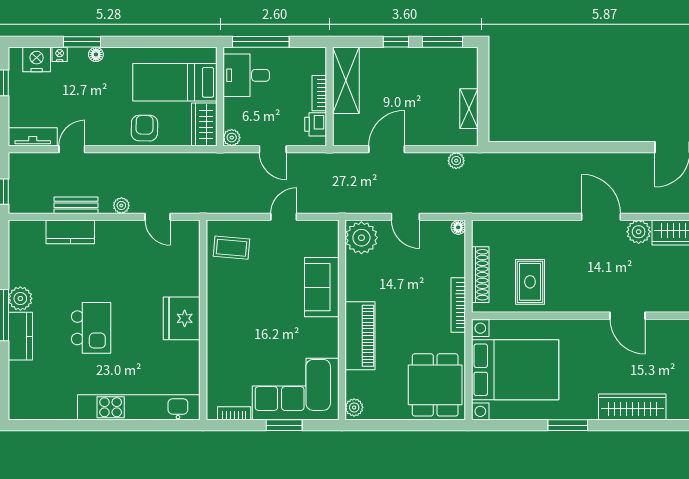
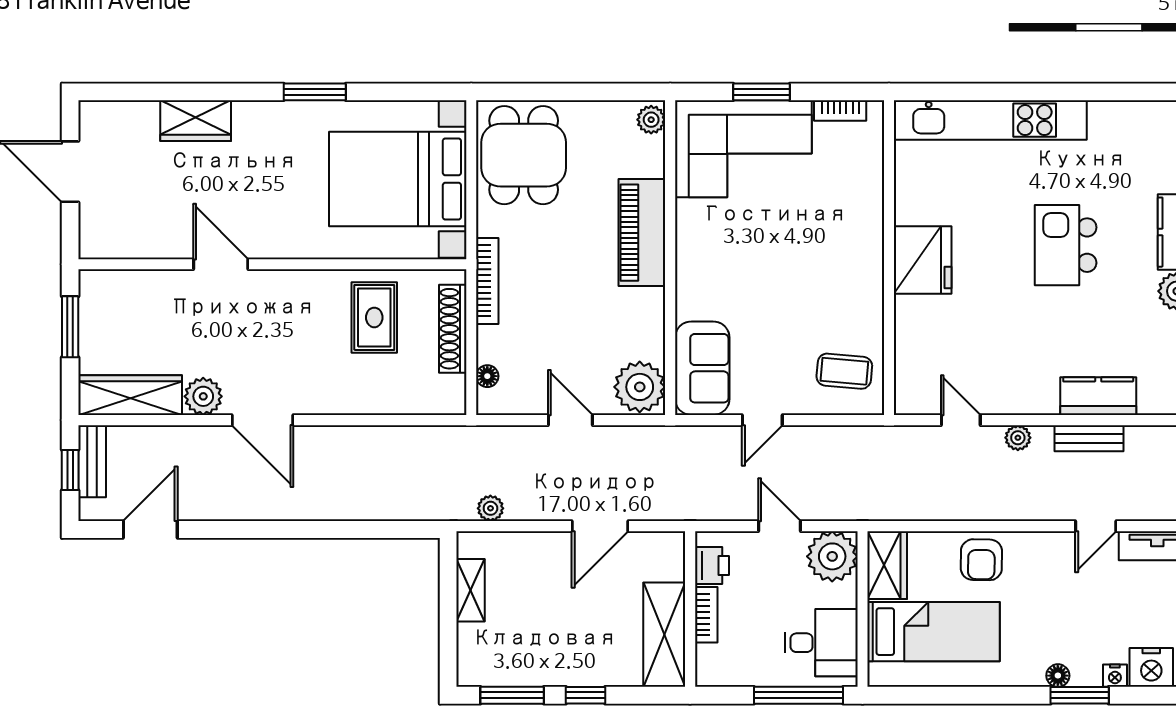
plant: (232, 138) -> (832, 556), width x1.88, depth x1.88
floor lamp: (458, 227) -> (487, 376), moved
sofa: (322, 287) -> (702, 368), moved
wardrobe: (632, 407) -> (196, 121), width x0.67

